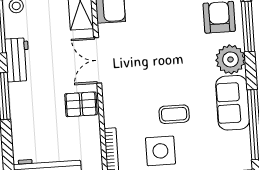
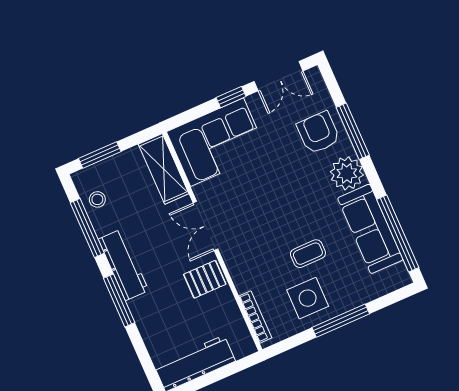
workbench: (18, 60) -> (123, 265), width x1.38
sofa: (233, 103) -> (370, 229), width x1.36

